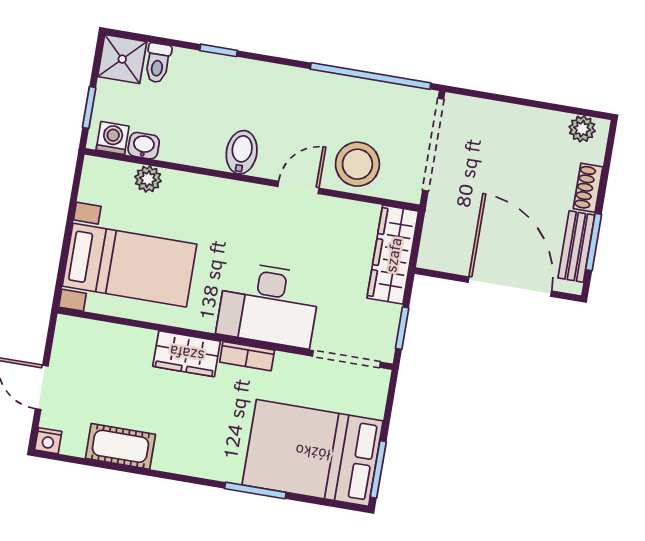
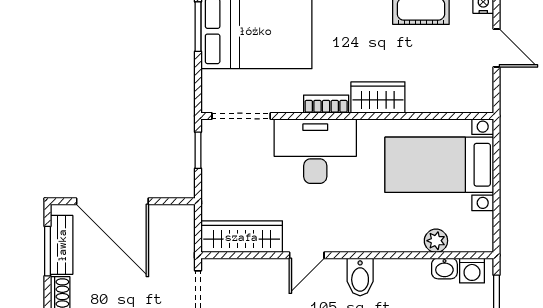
stool: (357, 164) -> (260, 283), removed
wardrobe: (393, 255) -> (242, 237), moved, turned -90

